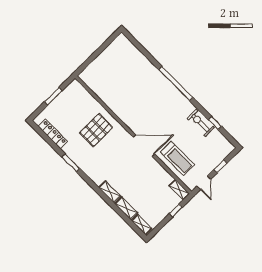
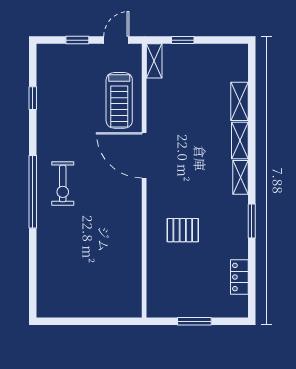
exercise bike: (201, 123) -> (63, 184), moved
pallet: (96, 130) -> (183, 230), width x0.67, depth x0.71
locker: (53, 134) -> (239, 277), width x0.66
treadmill: (177, 158) -> (119, 100), turned 180
shelving: (142, 225) -> (240, 177), moved

